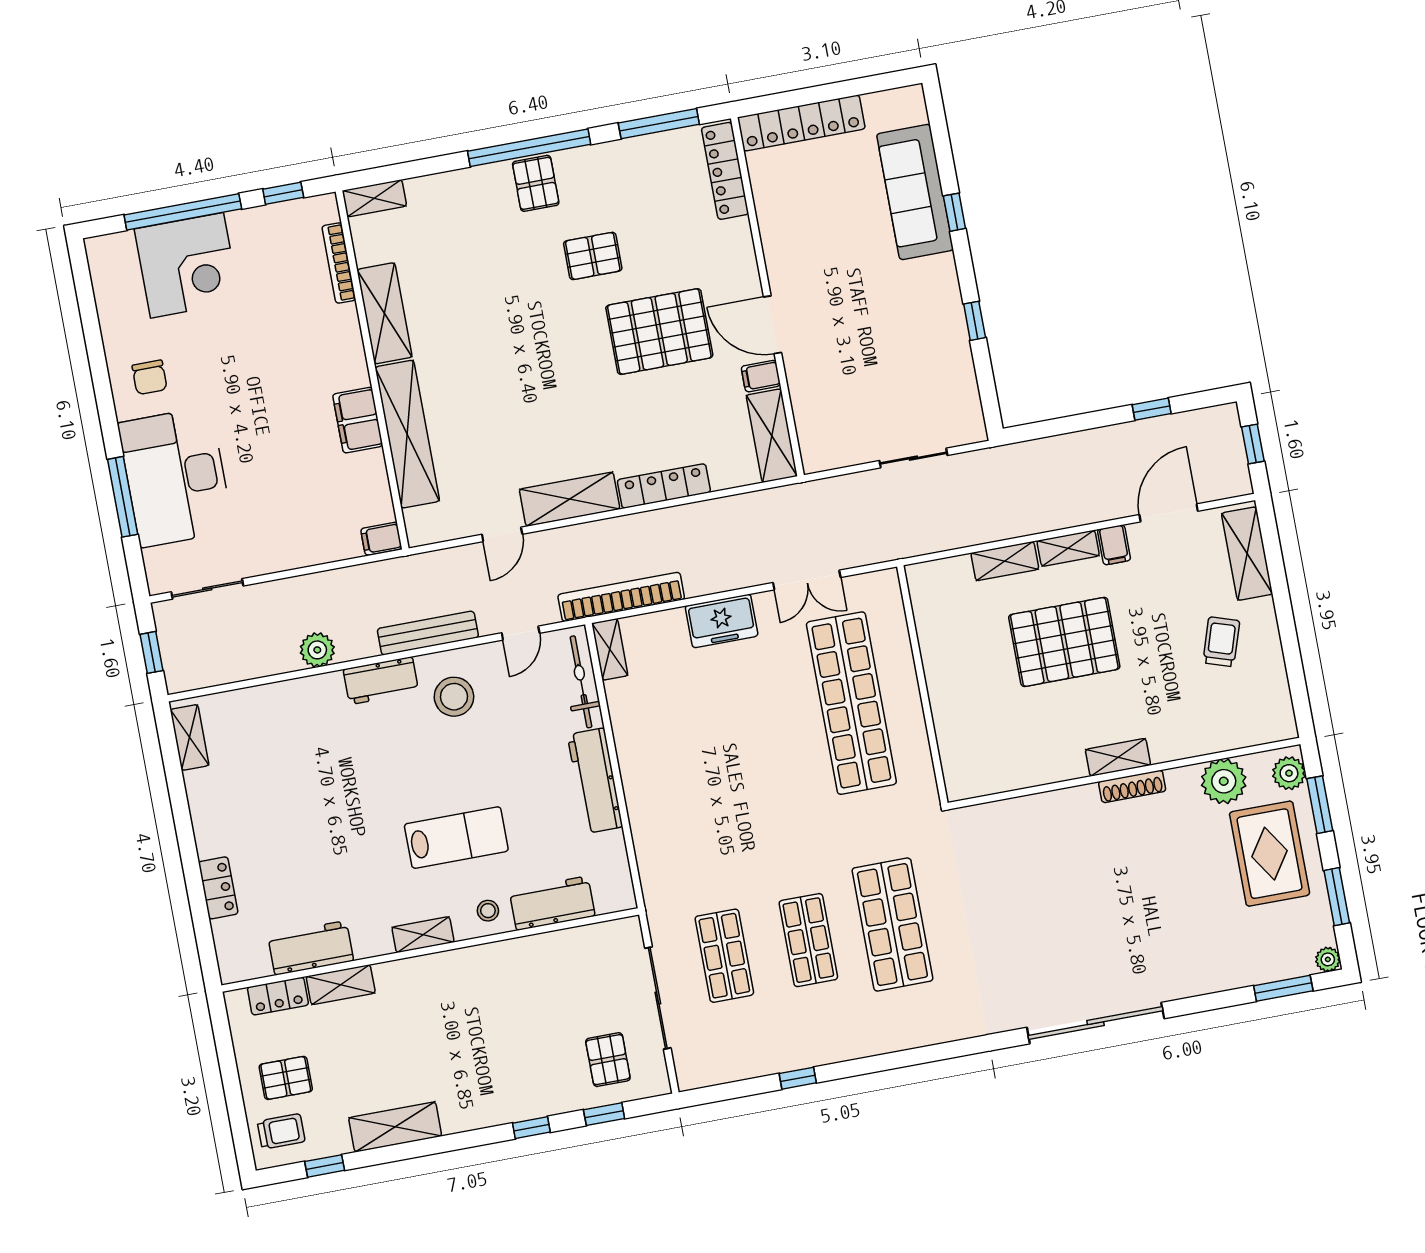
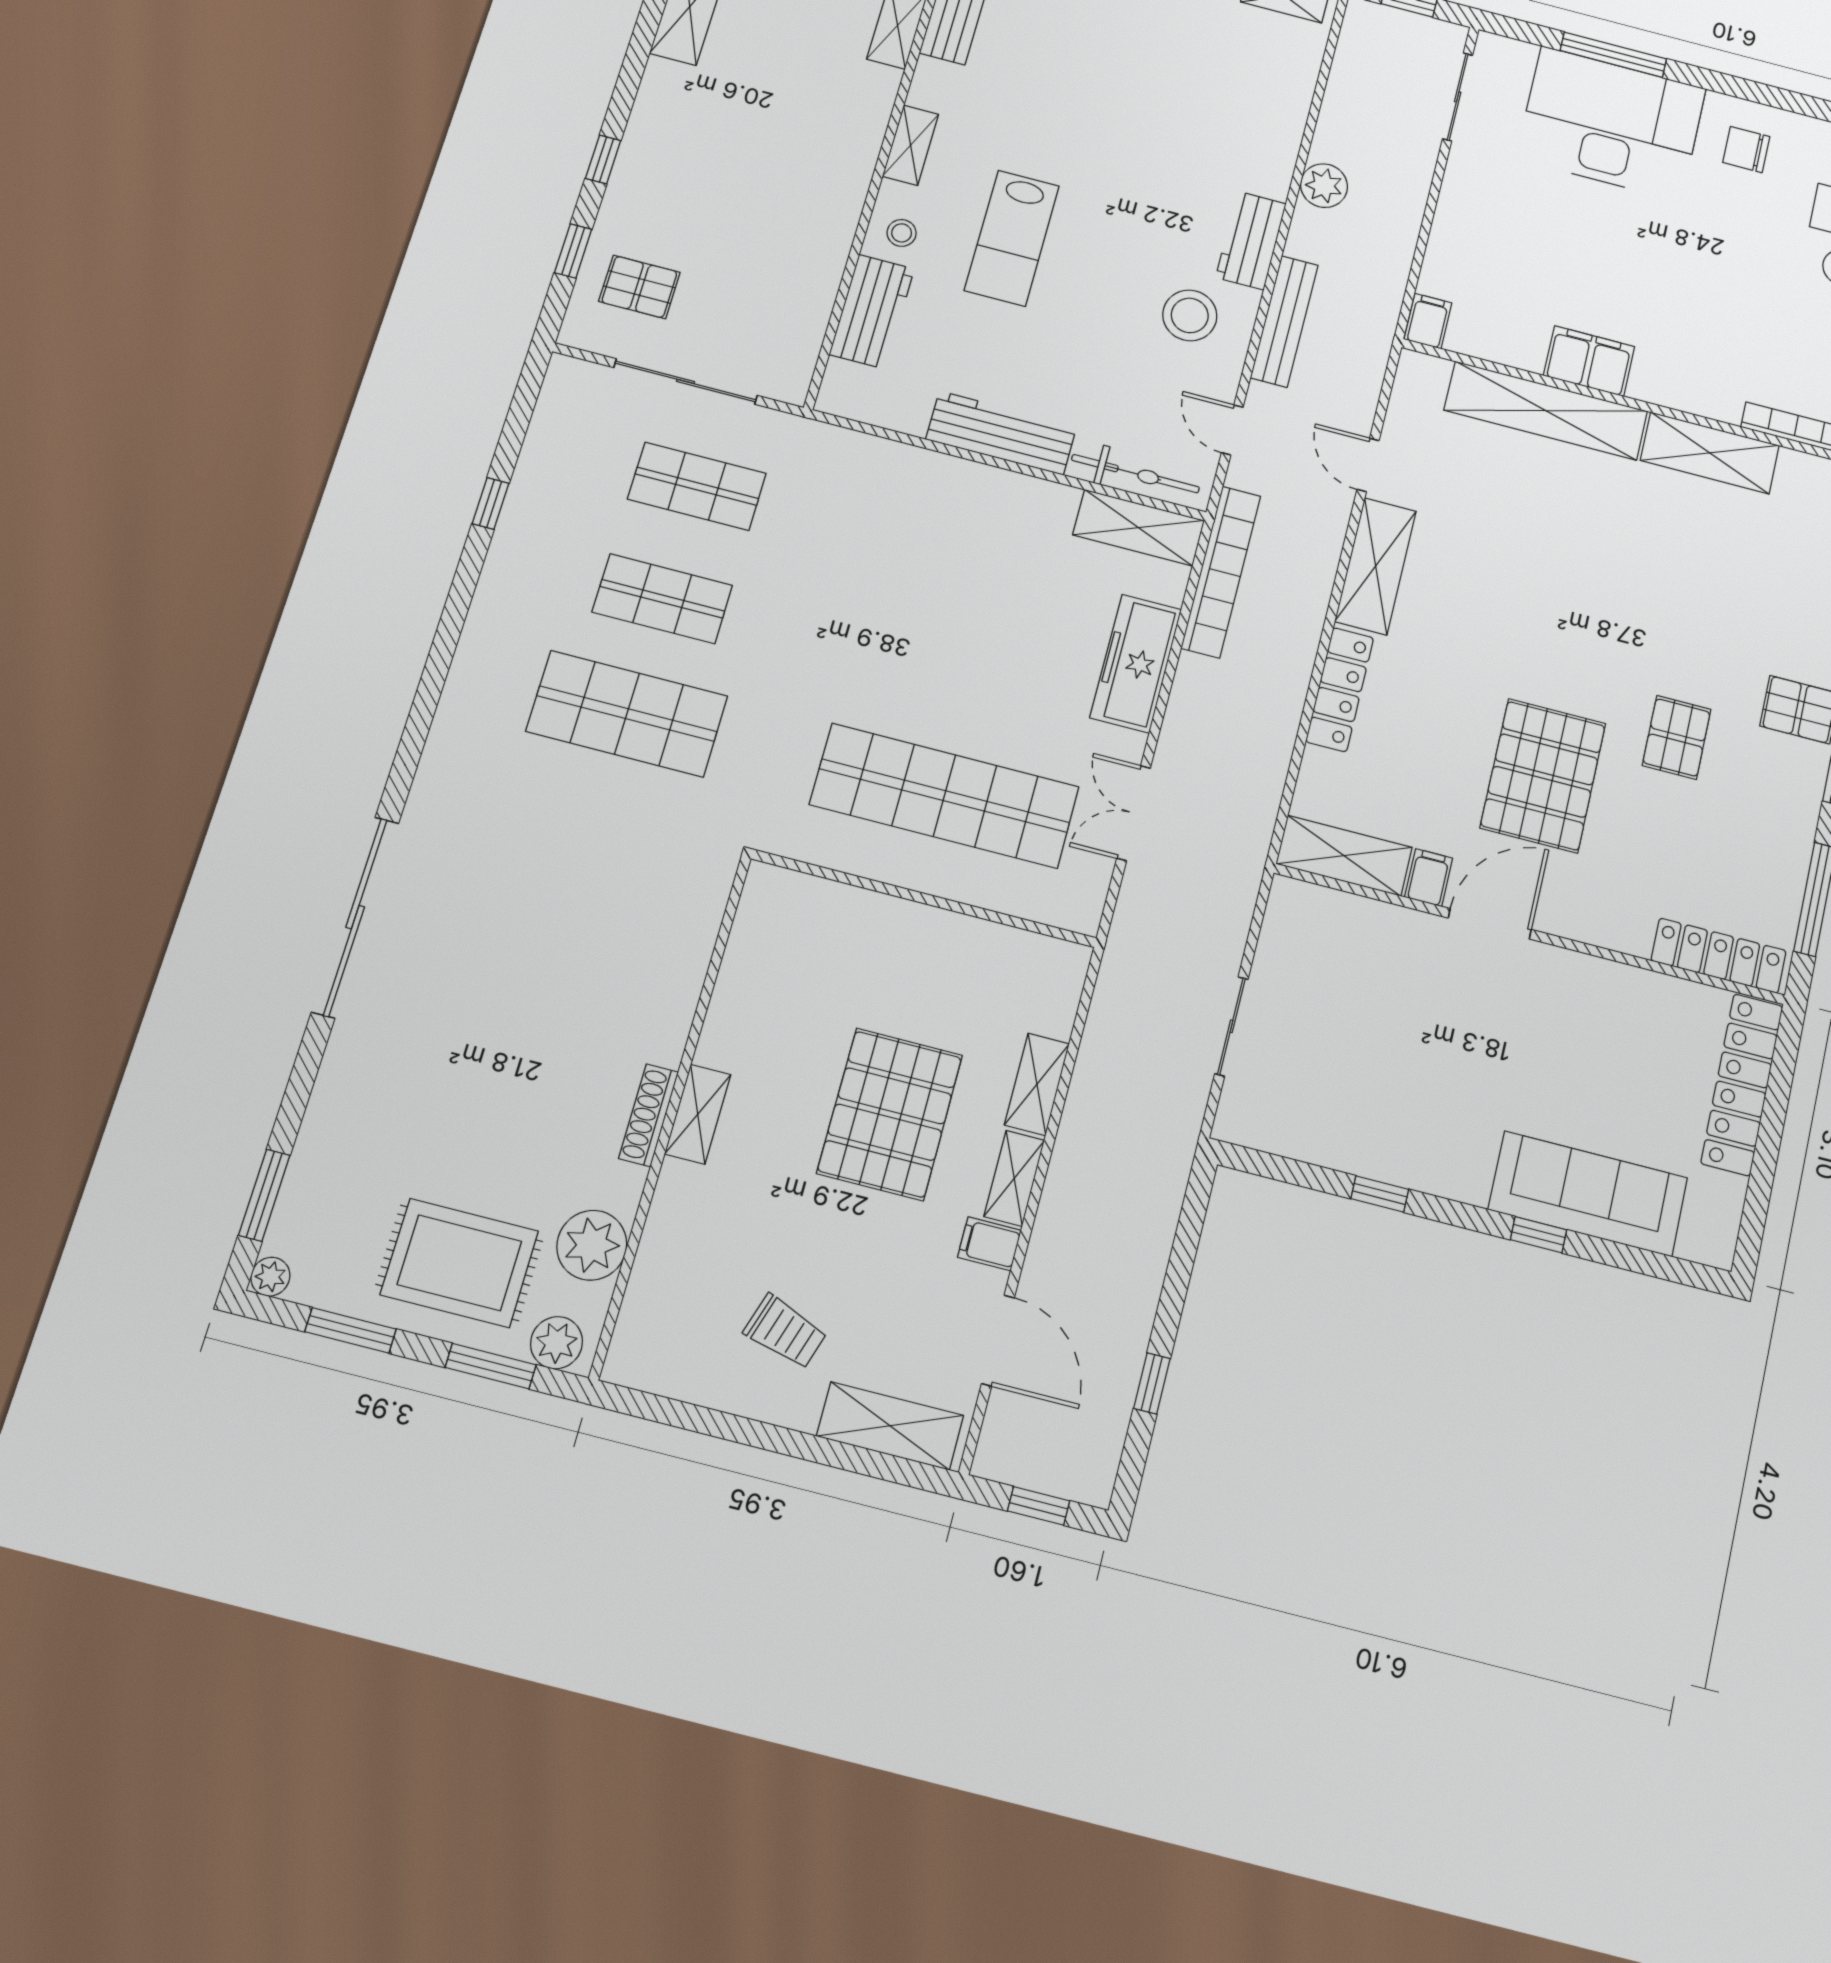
freezer: (722, 621) -> (1136, 663), width x1.40
shelving: (610, 649) -> (1139, 528), width x1.50, depth x1.33

